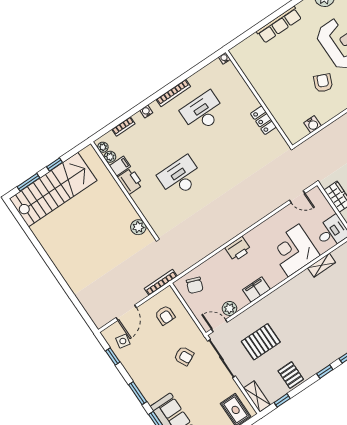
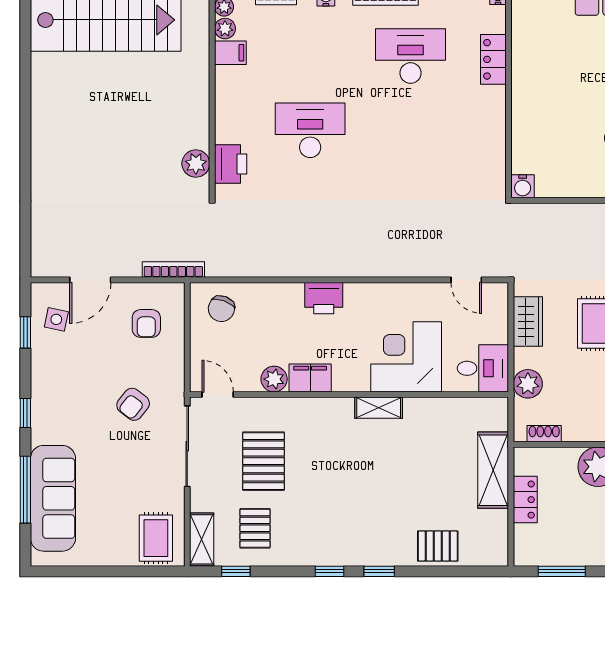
locker: (263, 120) -> (493, 59), moved
water cooler: (313, 124) -> (523, 186), moved
printer: (130, 181) -> (231, 164), moved
shelving: (322, 265) -> (379, 408), moved
plant: (229, 308) -> (274, 379), moved
pallet: (261, 342) -> (263, 461), turned 90
armchair: (184, 356) -> (133, 404), turned 64
pallet: (291, 375) -> (255, 528), moved
window: (138, 393) -> (25, 413), width x0.67

